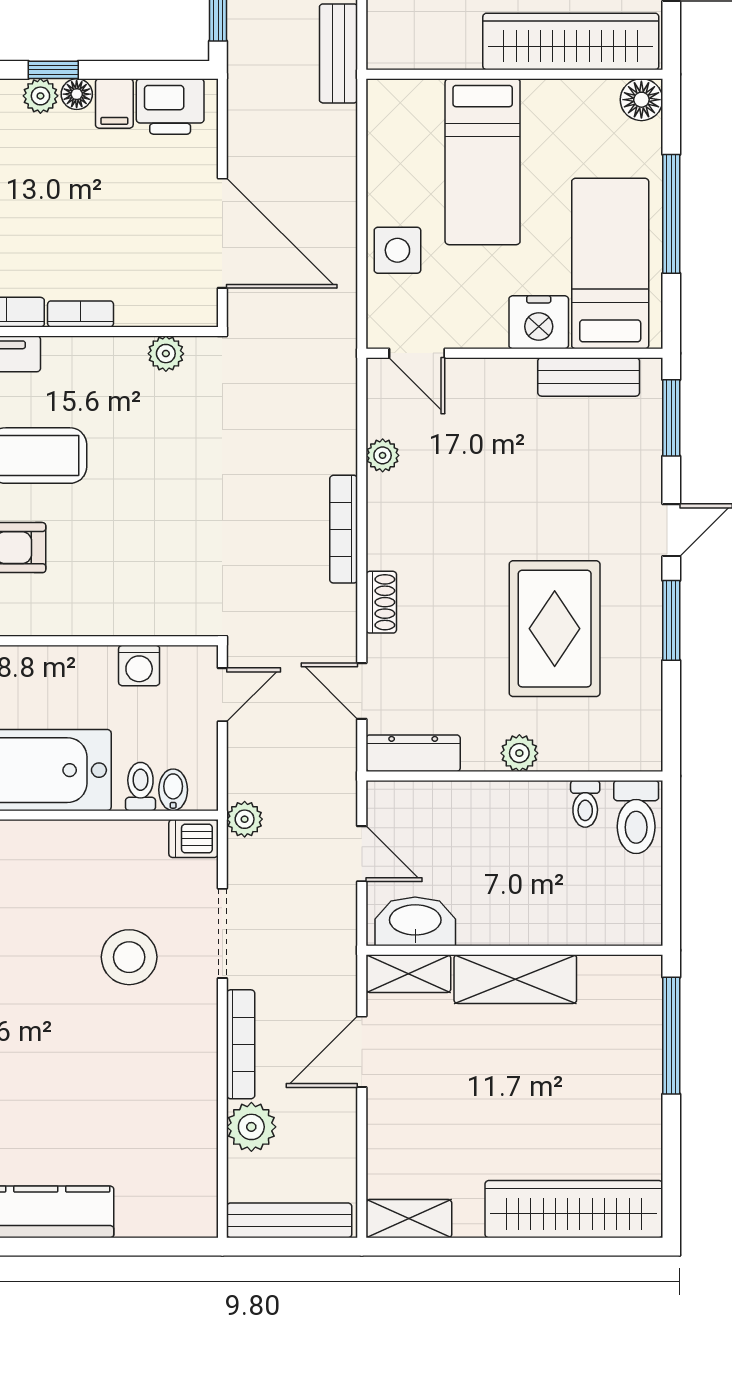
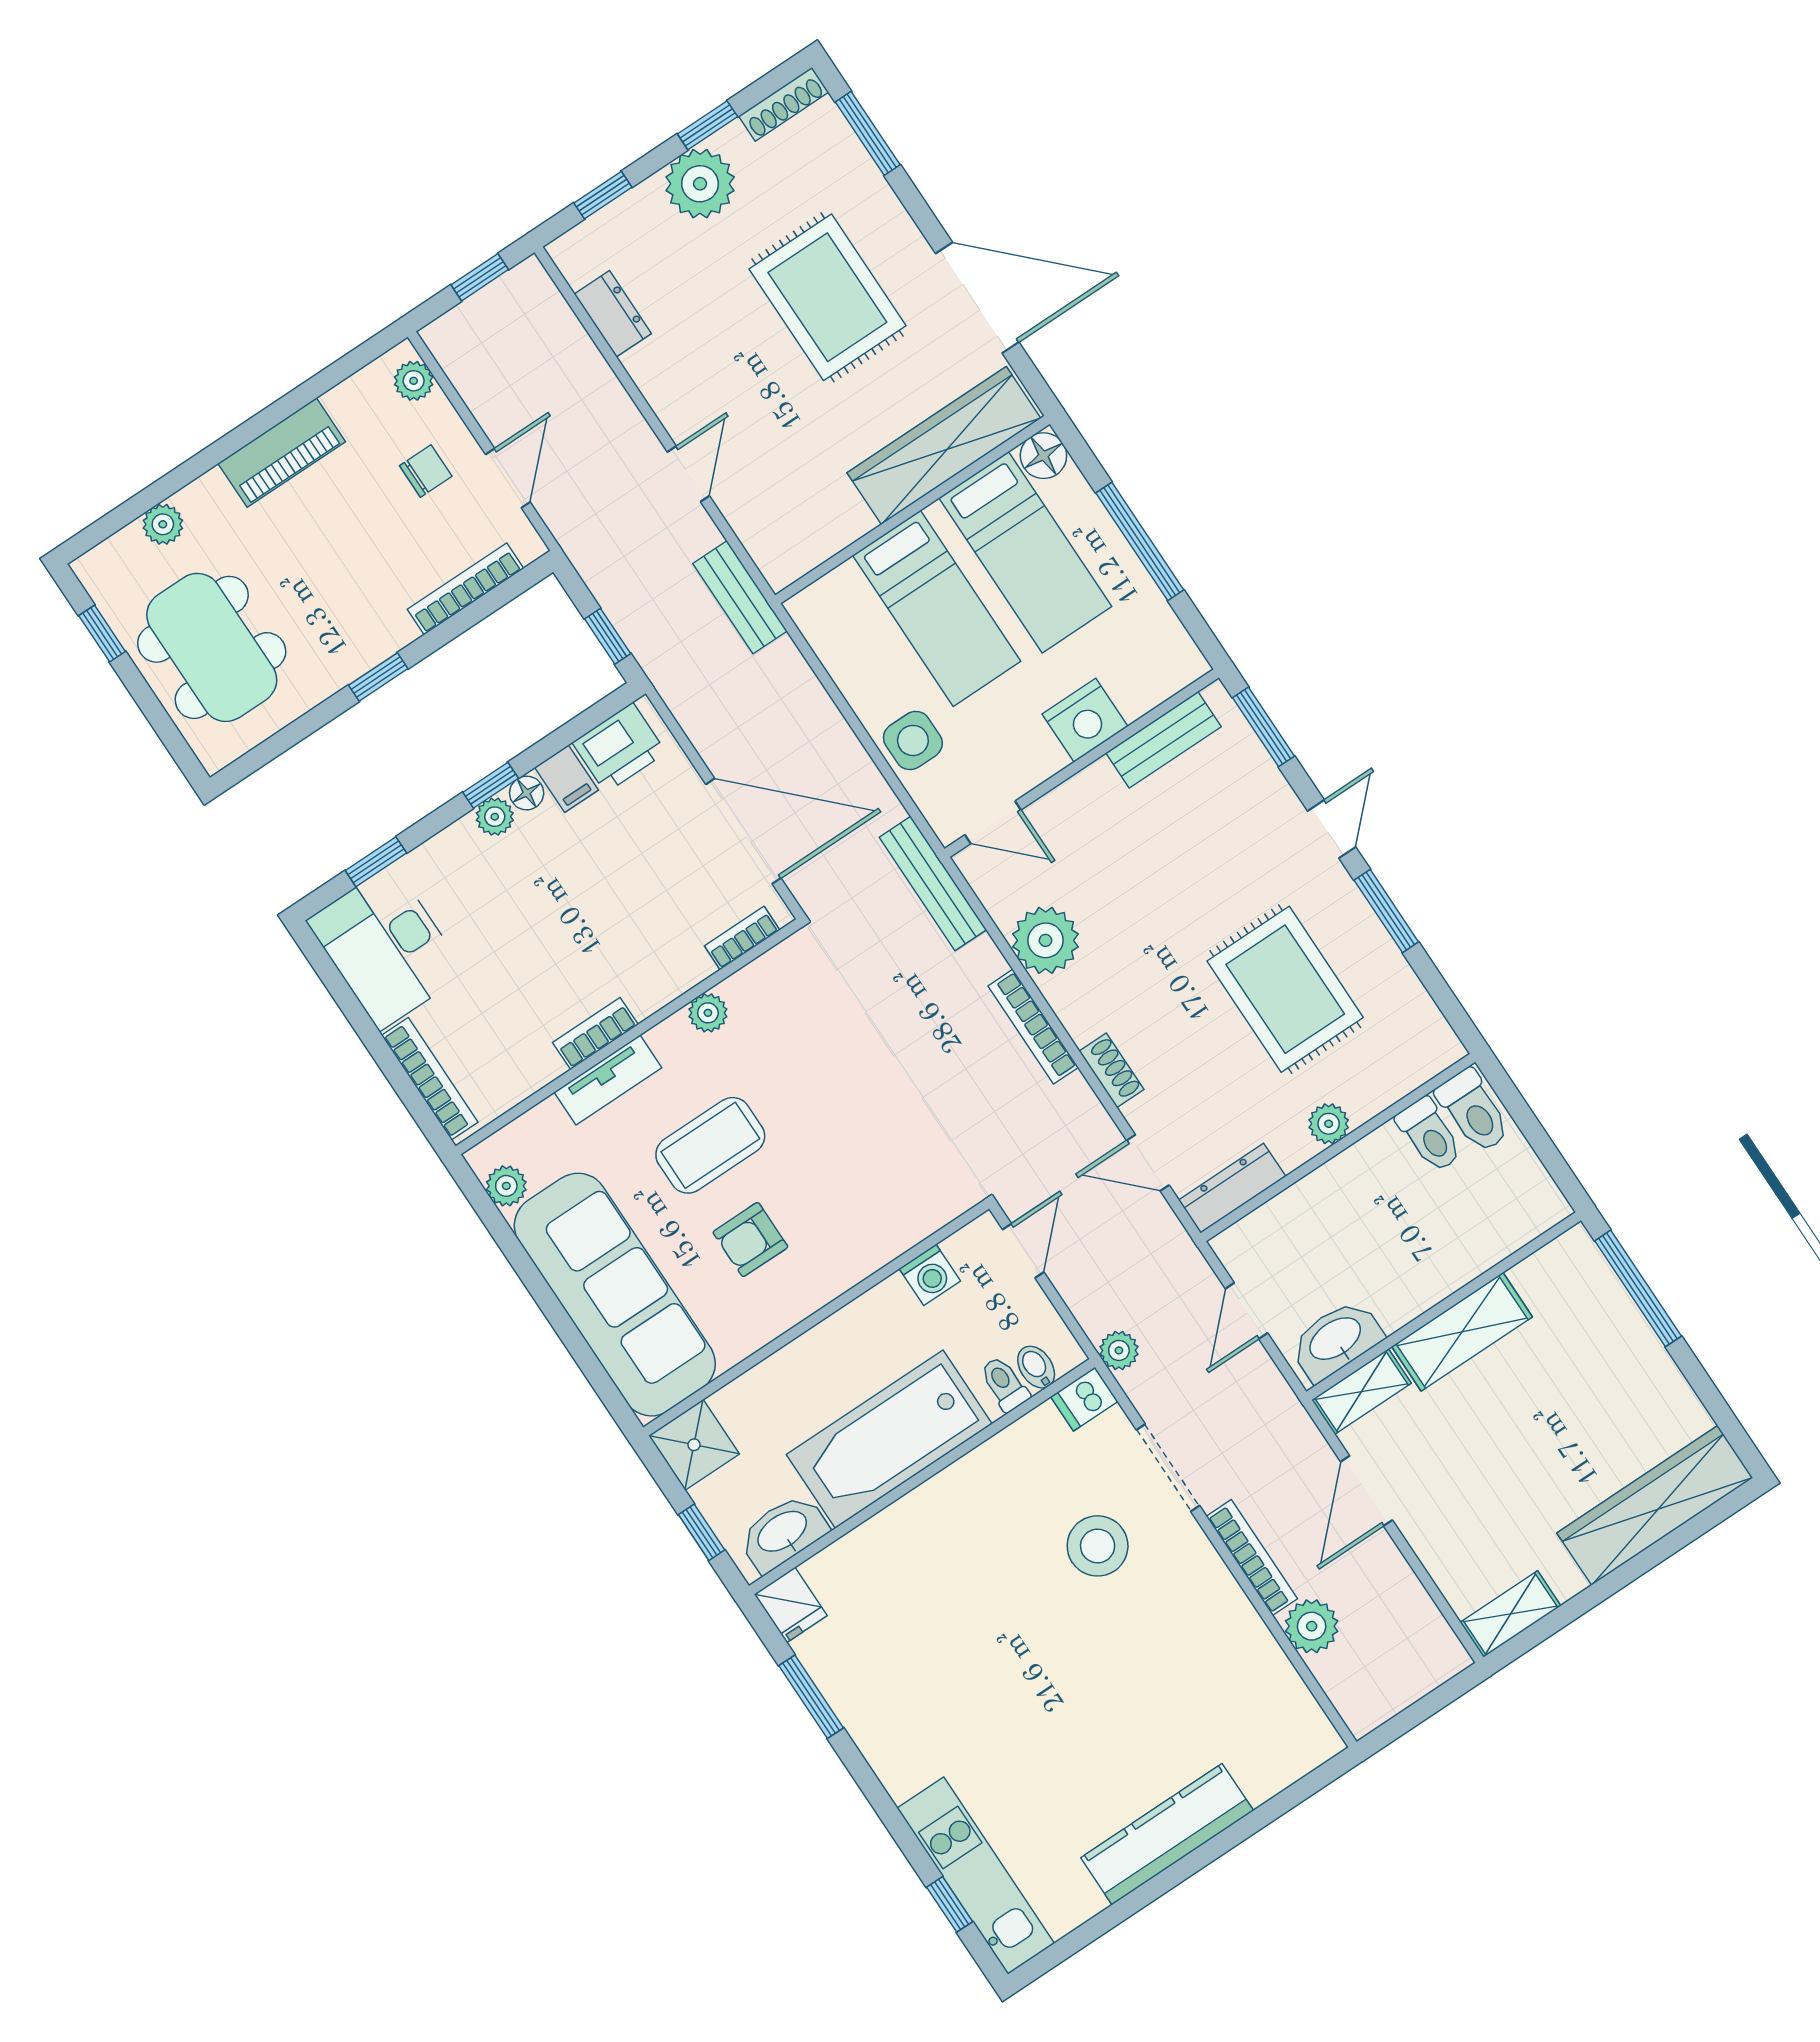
bed: (610, 264) -> (1025, 552), moved, turned 180
bookcase: (81, 314) -> (742, 938), moved
plant: (166, 354) -> (708, 1013), moved
plant: (383, 455) -> (1045, 940), width x1.88, depth x1.88
toilet: (585, 804) -> (1430, 1135), width x1.37, depth x1.39
door: (362, 854) -> (1247, 1311), swing flipped
bench: (289, 1220) -> (933, 884), moved, turned 90

